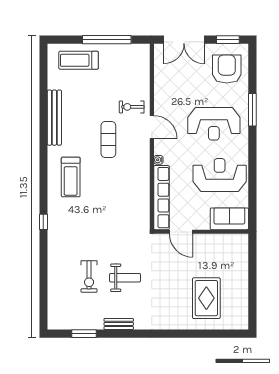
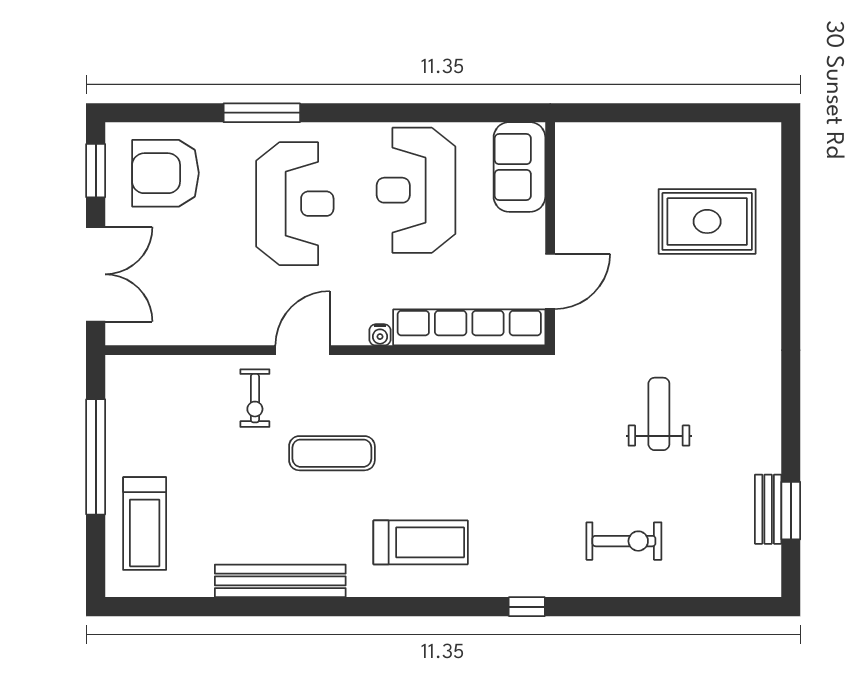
exercise bike: (89, 277) -> (624, 541), moved
bench: (119, 324) -> (768, 509), moved

